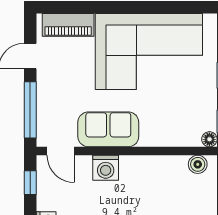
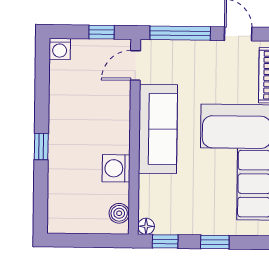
sofa: (108, 129) -> (158, 129), width x1.36
washing machine: (106, 168) -> (116, 168), moved

